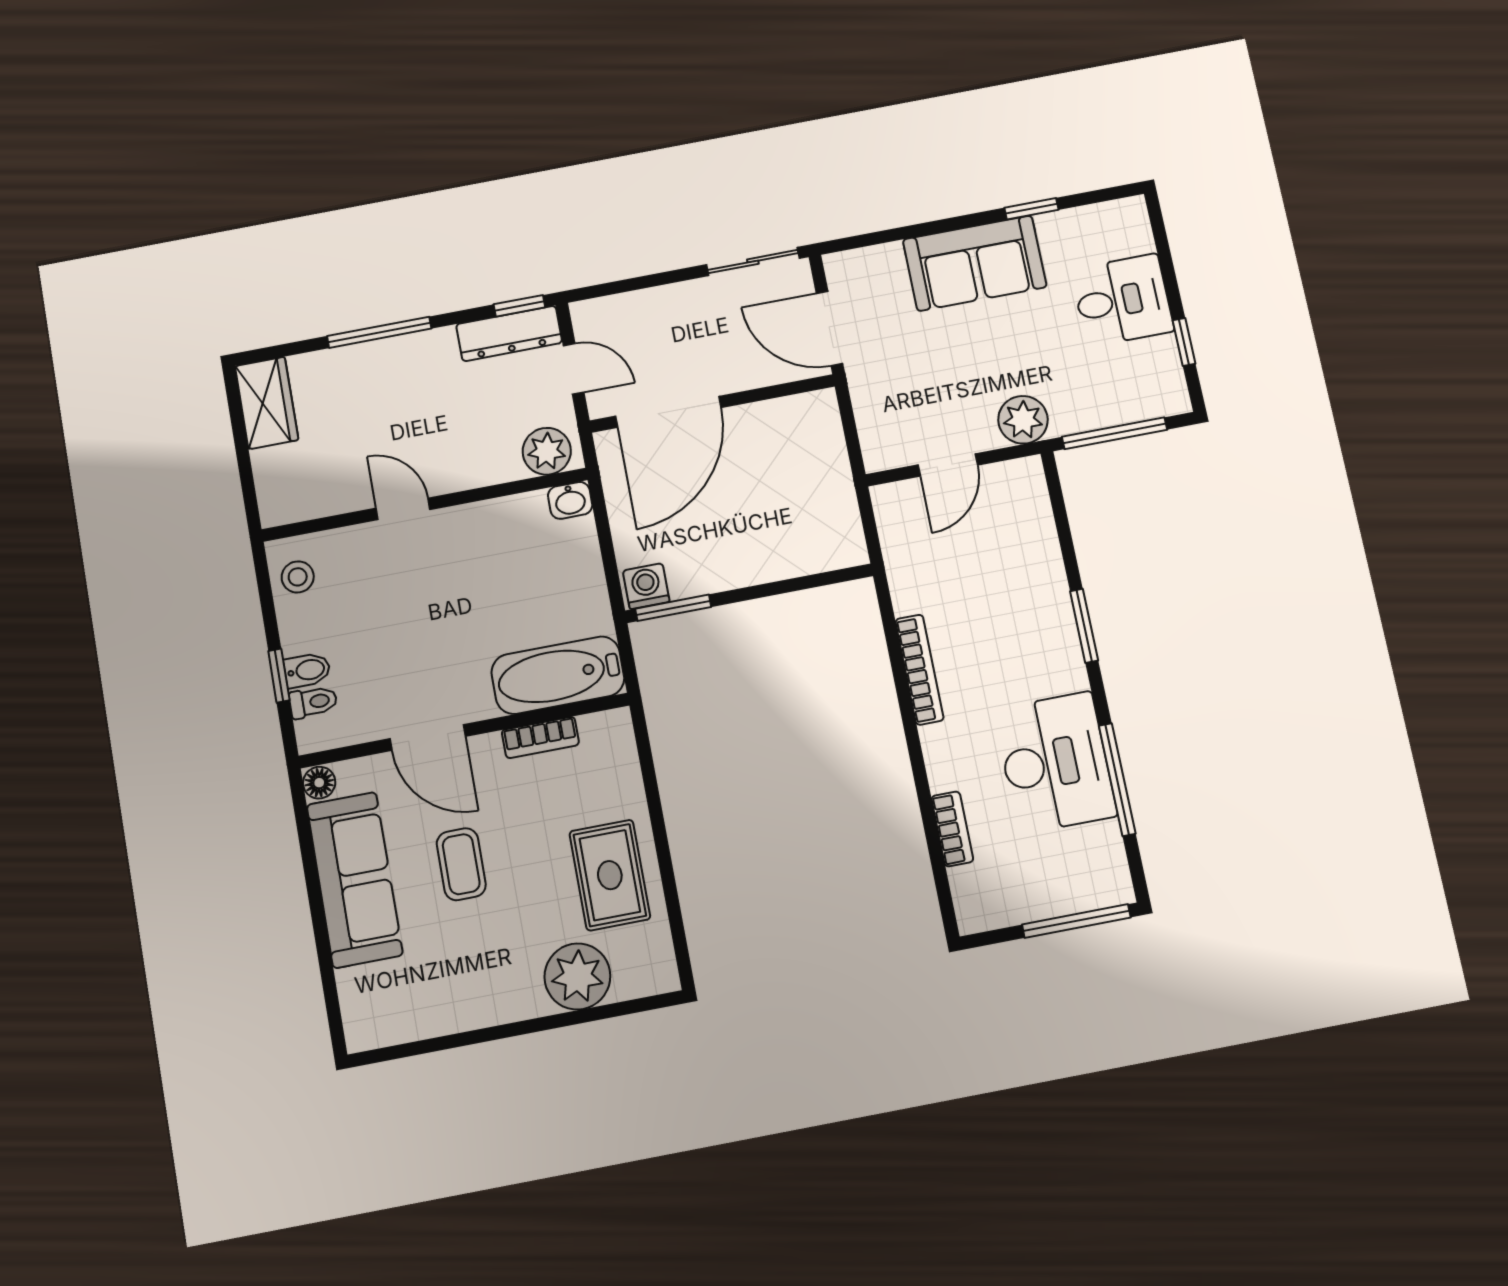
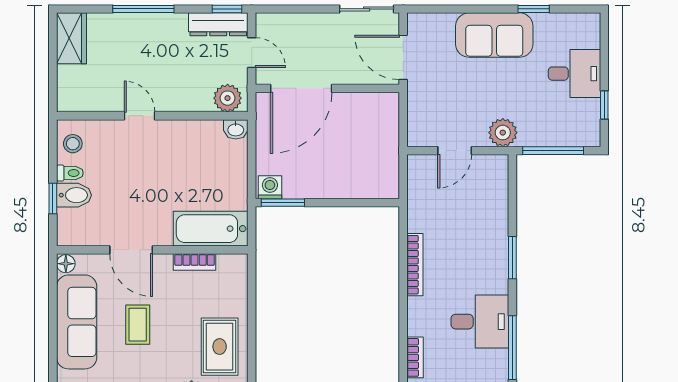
bidet: (307, 670) -> (74, 195), width x1.38, depth x1.36
toilet: (313, 702) -> (70, 173), moved
desk: (1055, 763) -> (480, 322), width x0.73

